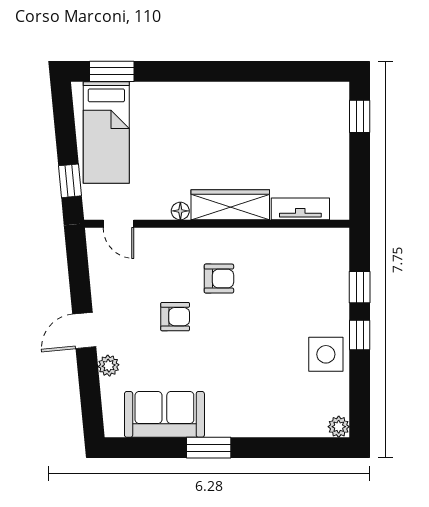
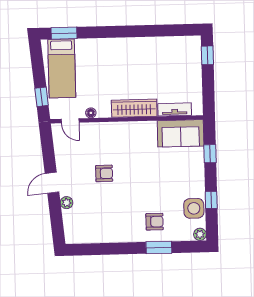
floor lamp: (180, 211) -> (91, 113), moved
armchair: (219, 279) -> (155, 222), moved
window: (360, 335) -> (211, 200), moved
side table: (326, 354) -> (194, 208), moved
sofa: (164, 414) -> (181, 133), moved, turned 180
window: (209, 448) -> (159, 247), moved

